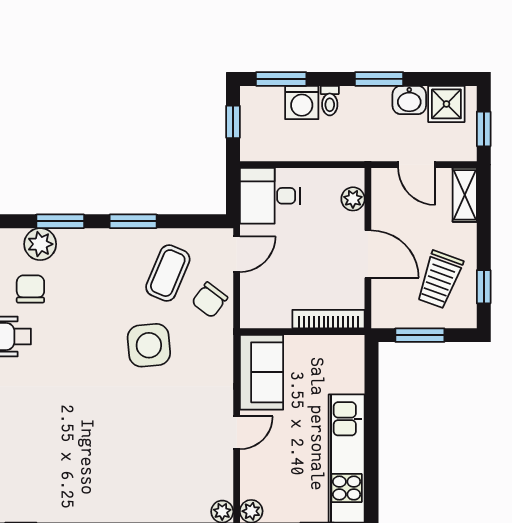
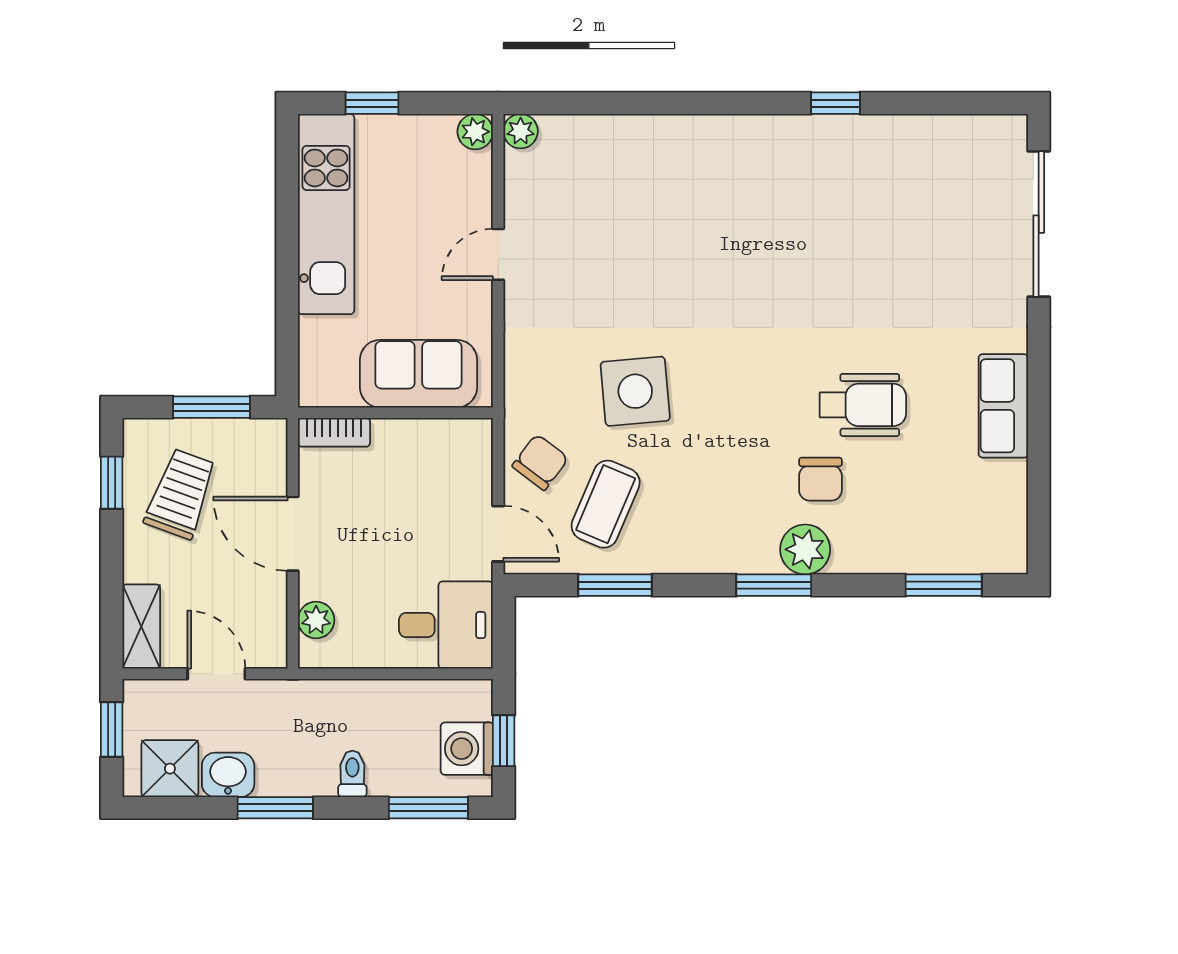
washing machine: (302, 102) -> (467, 749), moved, turned -90
window: (133, 221) -> (615, 585), moved
door: (237, 254) -> (498, 534), swing flipped
bookcase: (328, 319) -> (334, 432), width x0.64
sofa: (261, 372) -> (418, 374), moved, turned 90

